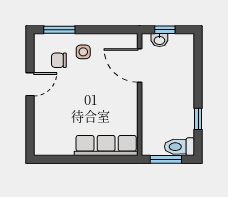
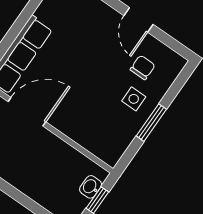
window: (59, 30) -> (151, 123), moved
door: (140, 66) -> (27, 112), moved

